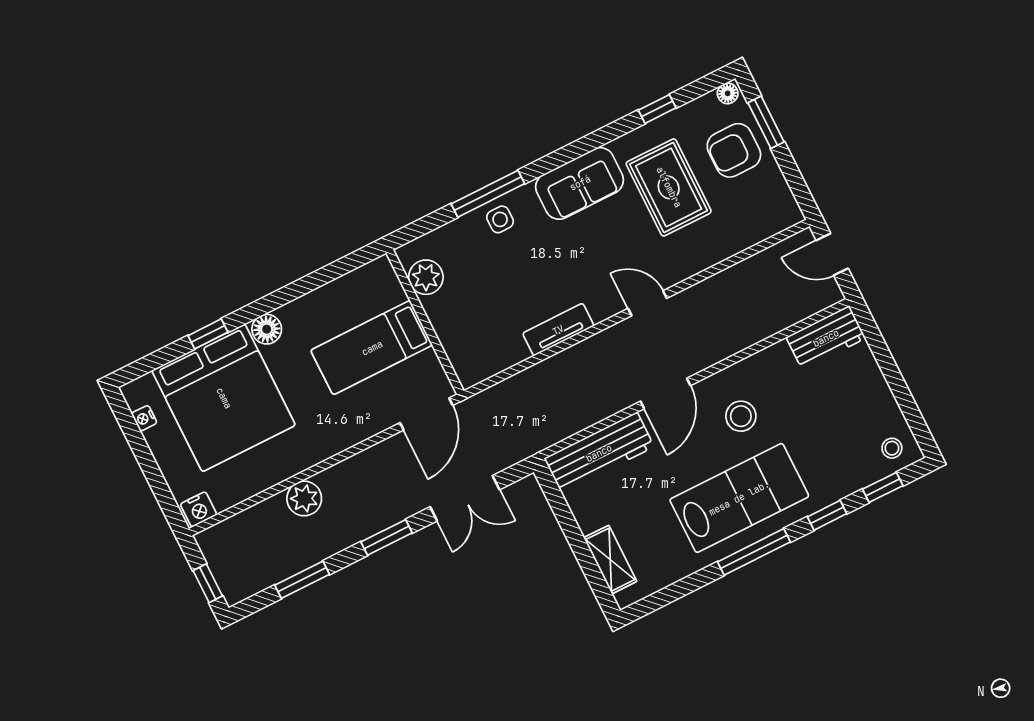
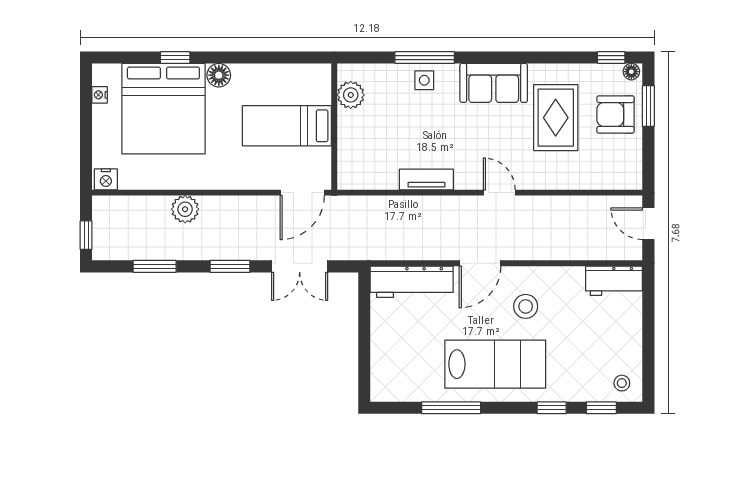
window: (657, 109) -> (611, 58), moved
window: (754, 552) -> (451, 408), moved
shelving: (610, 560) -> (381, 362), removed

